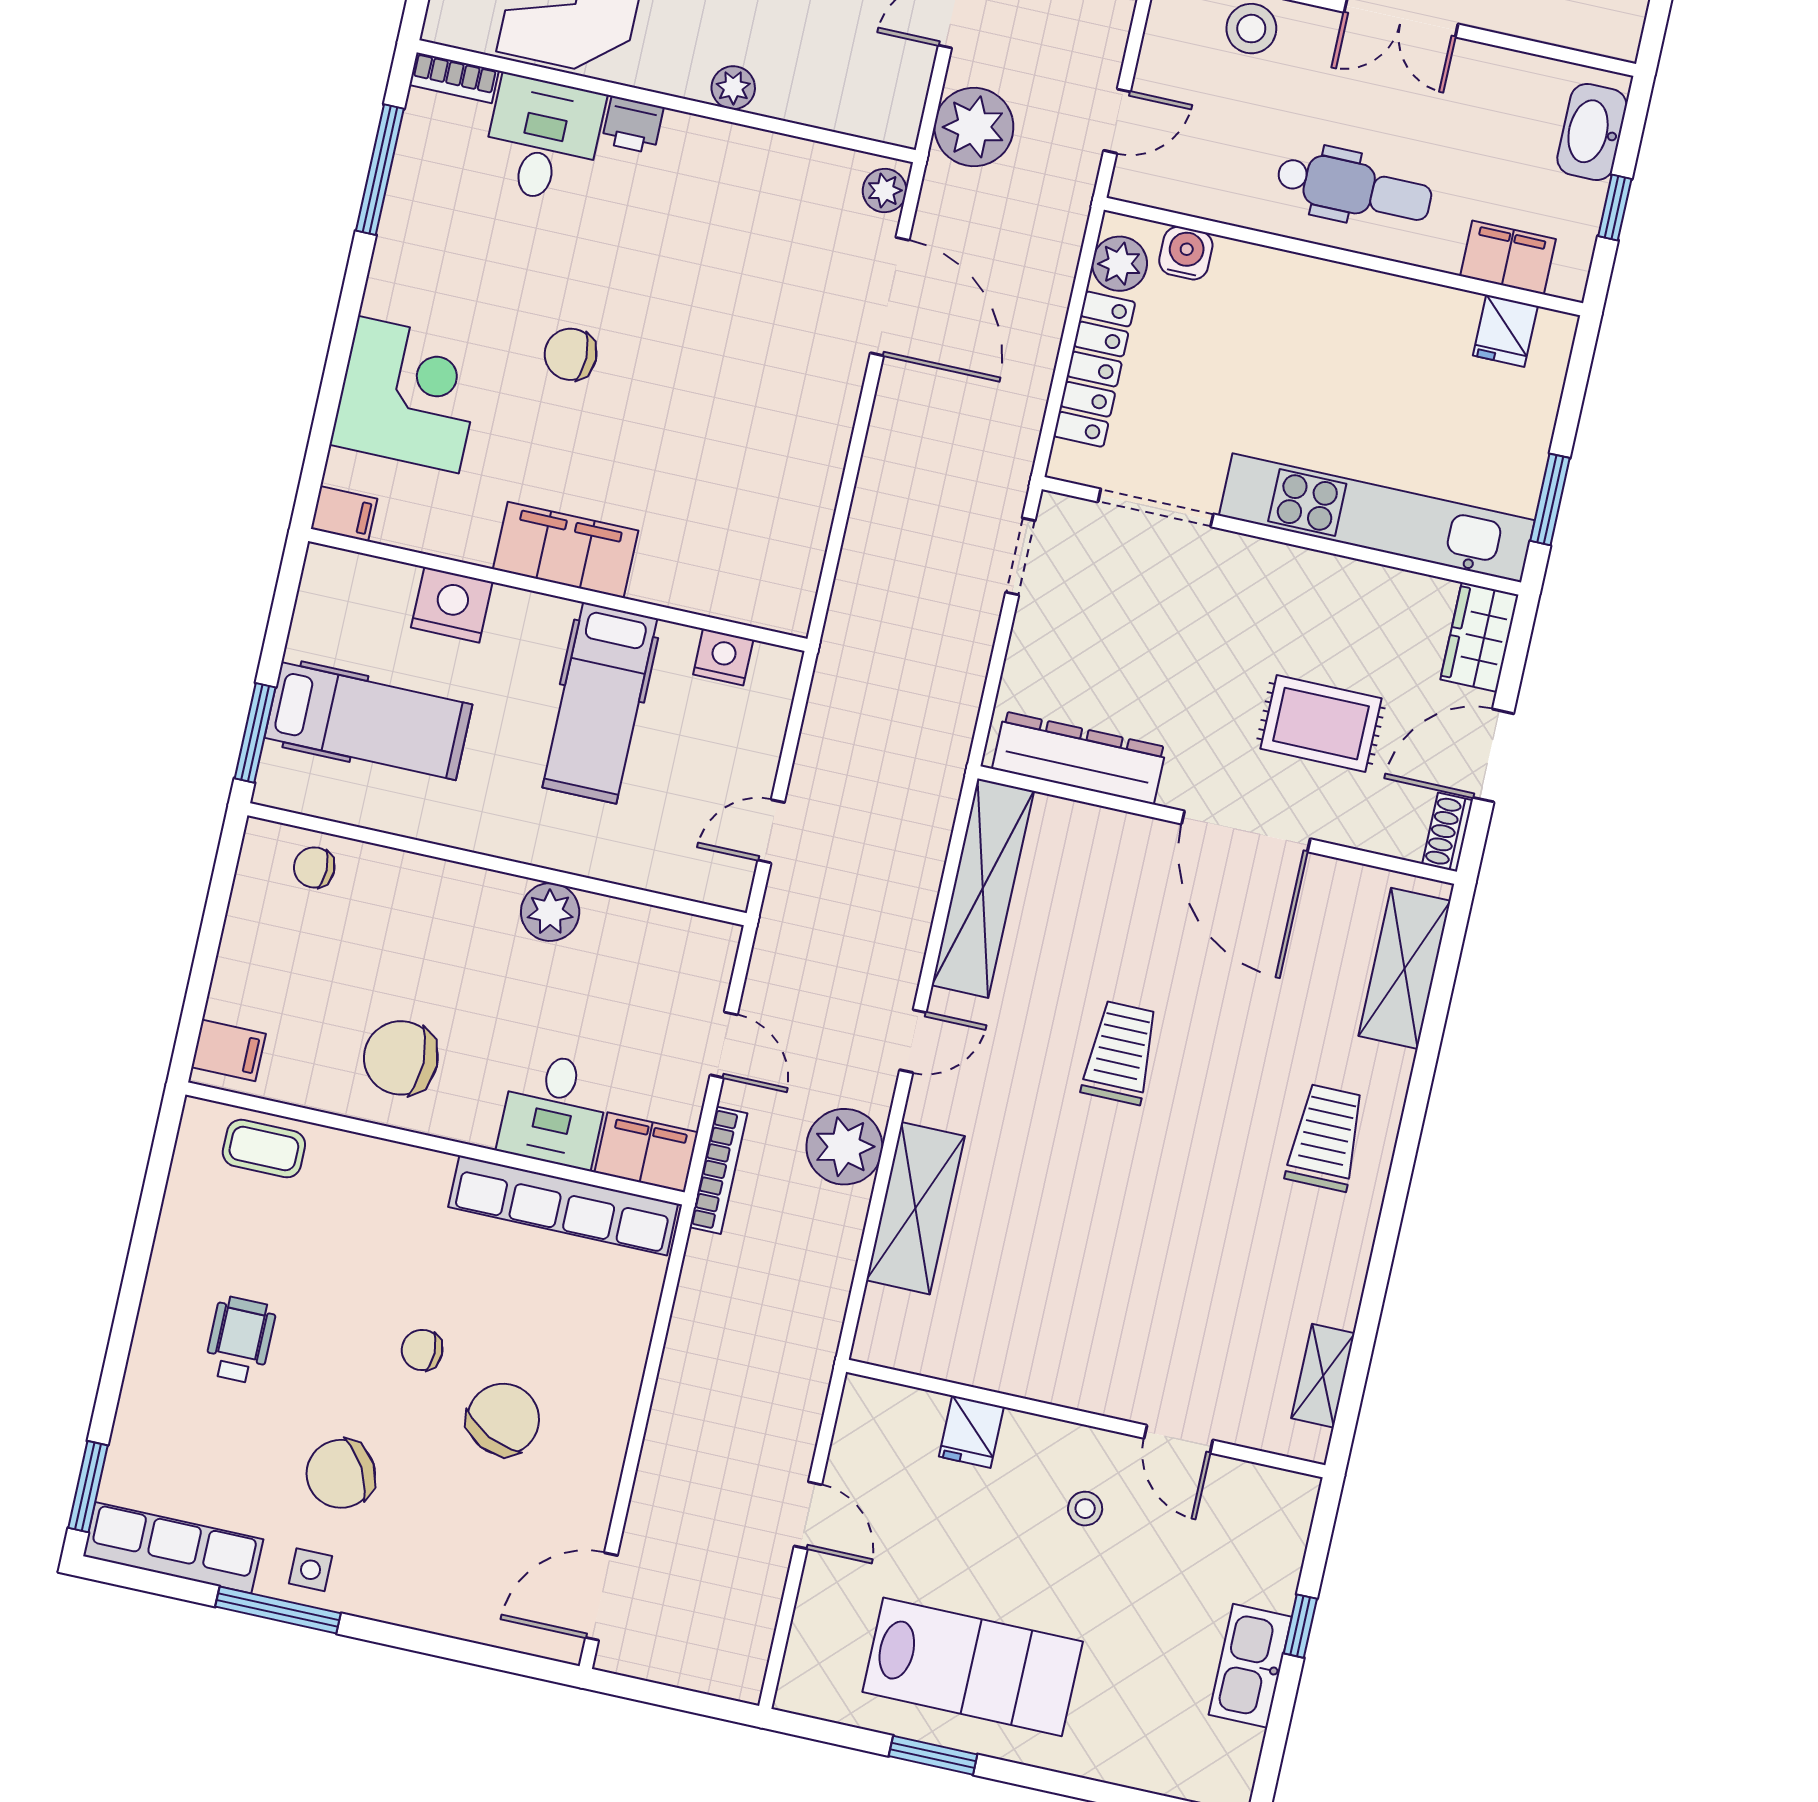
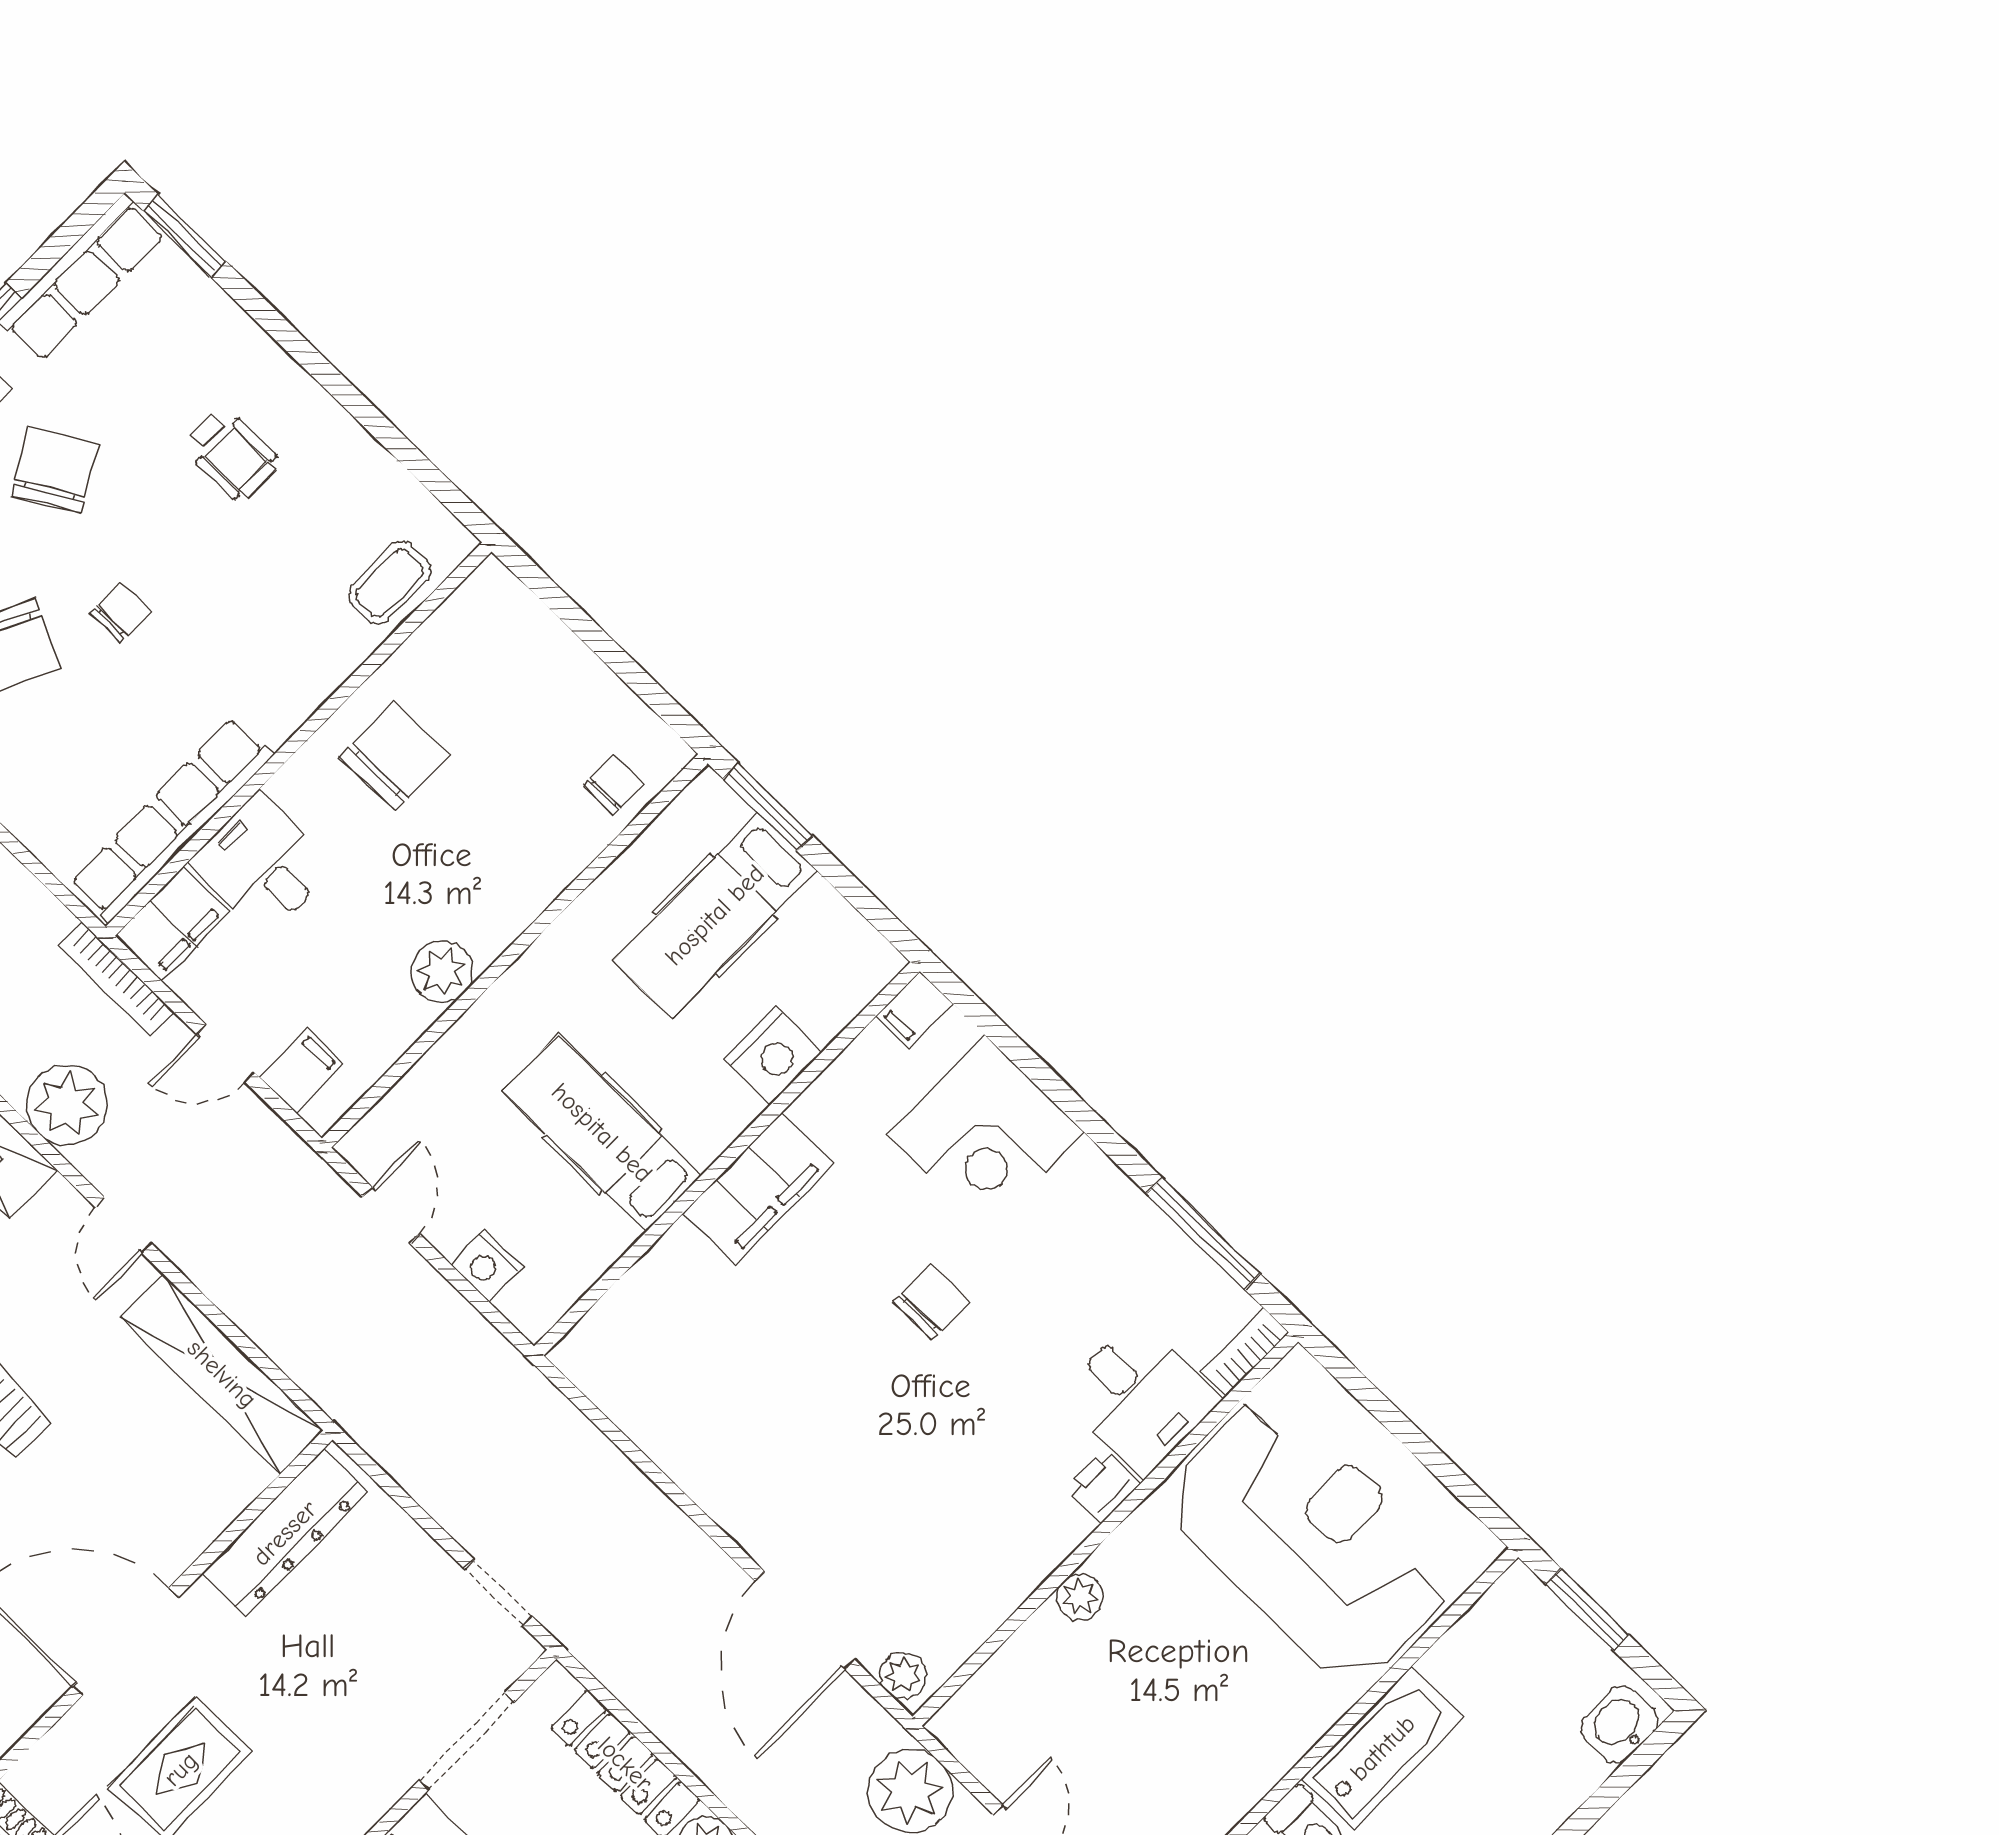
door: (890, 297) -> (805, 1621), hinge flipped
nightstand: (723, 657) -> (486, 1265), moved, turned 90
filing cabinet: (229, 1050) -> (302, 1070), moved, turned 180

